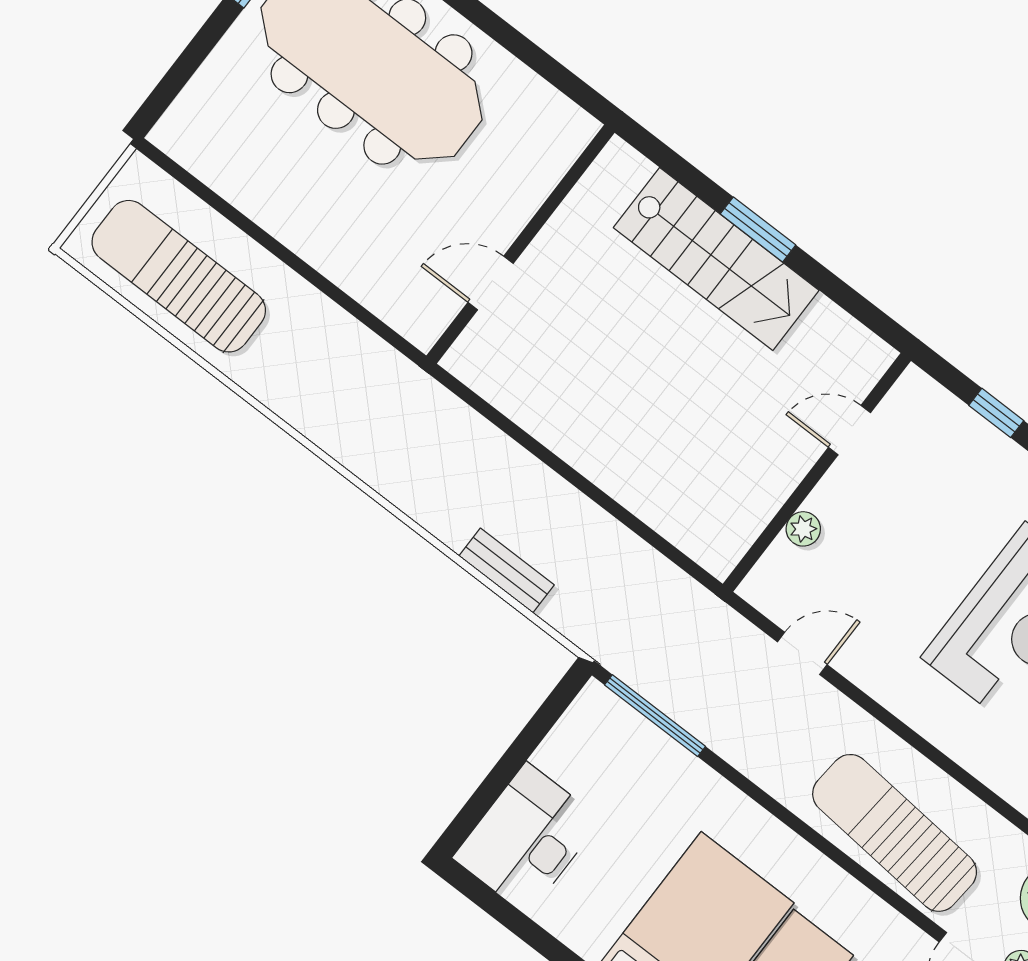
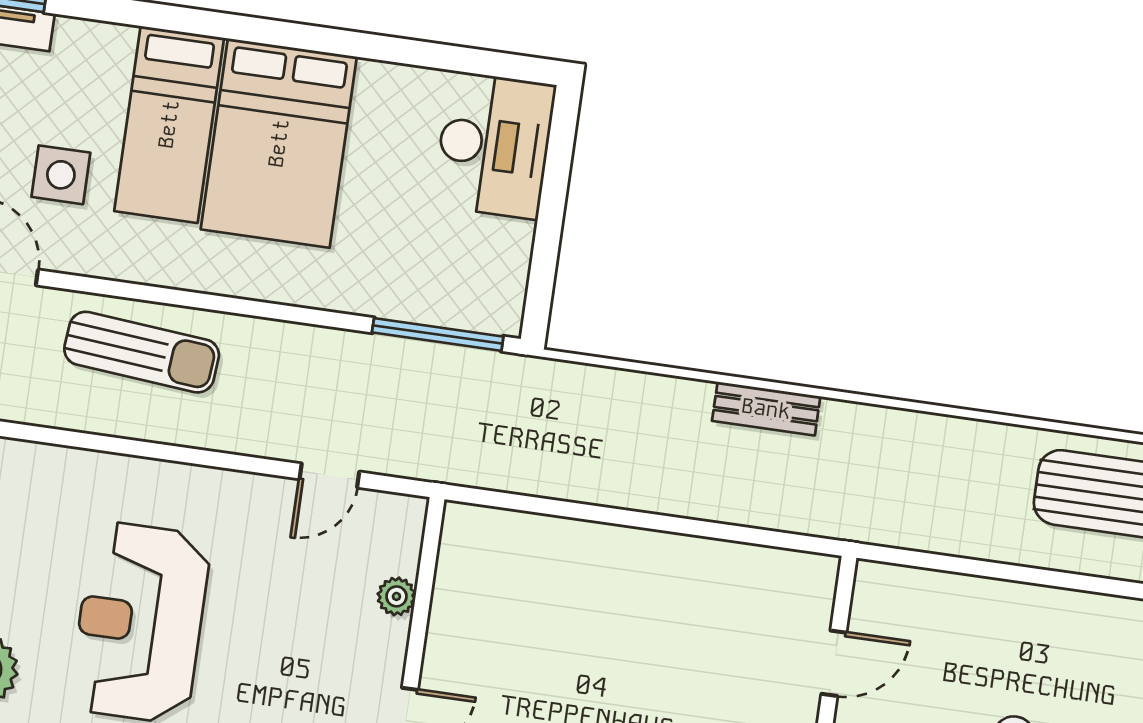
bench: (507, 571) -> (766, 409), moved
sun lounger: (895, 833) -> (142, 352), width x0.73, depth x0.75

